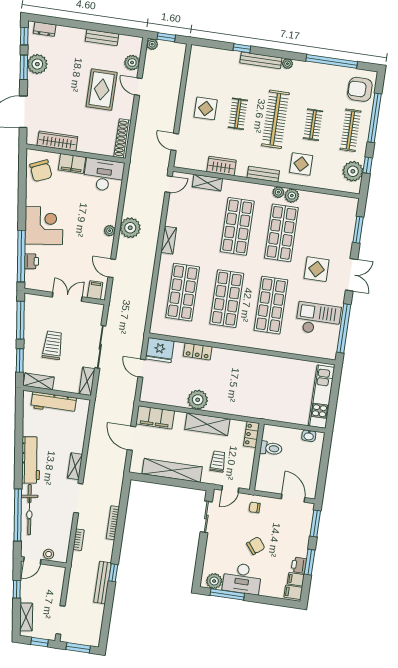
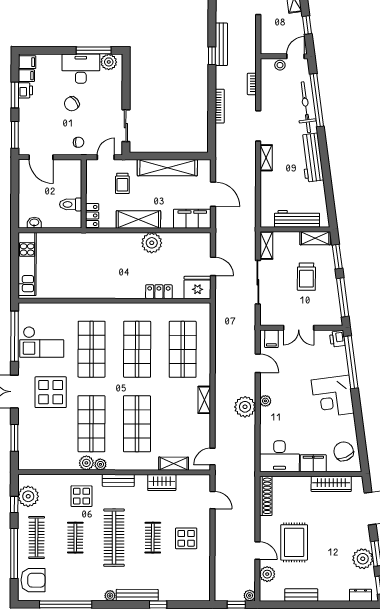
printer: (31, 261) -> (337, 339), moved
display table: (317, 269) -> (51, 392), width x1.36, depth x1.36

